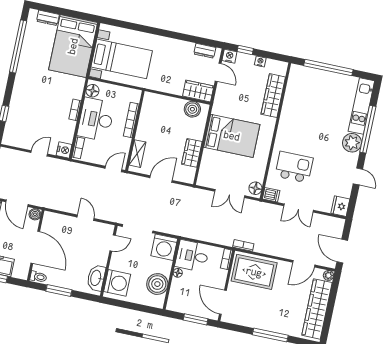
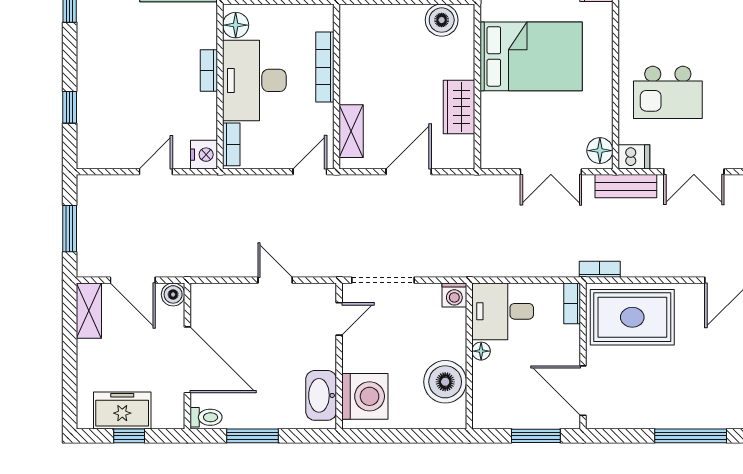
kitchen island: (294, 167) -> (668, 92), turned 180
bench: (264, 208) -> (626, 186), added
washing machine: (164, 247) -> (454, 295), width x0.53, depth x0.53

